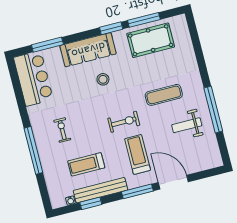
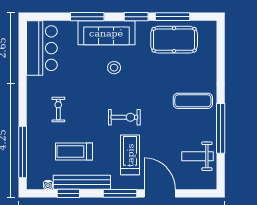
window: (47, 45) -> (87, 17), moved
exercise mat: (164, 95) -> (193, 101), moved
weight bench: (187, 125) -> (198, 156), moved
window: (33, 150) -> (23, 152), moved

